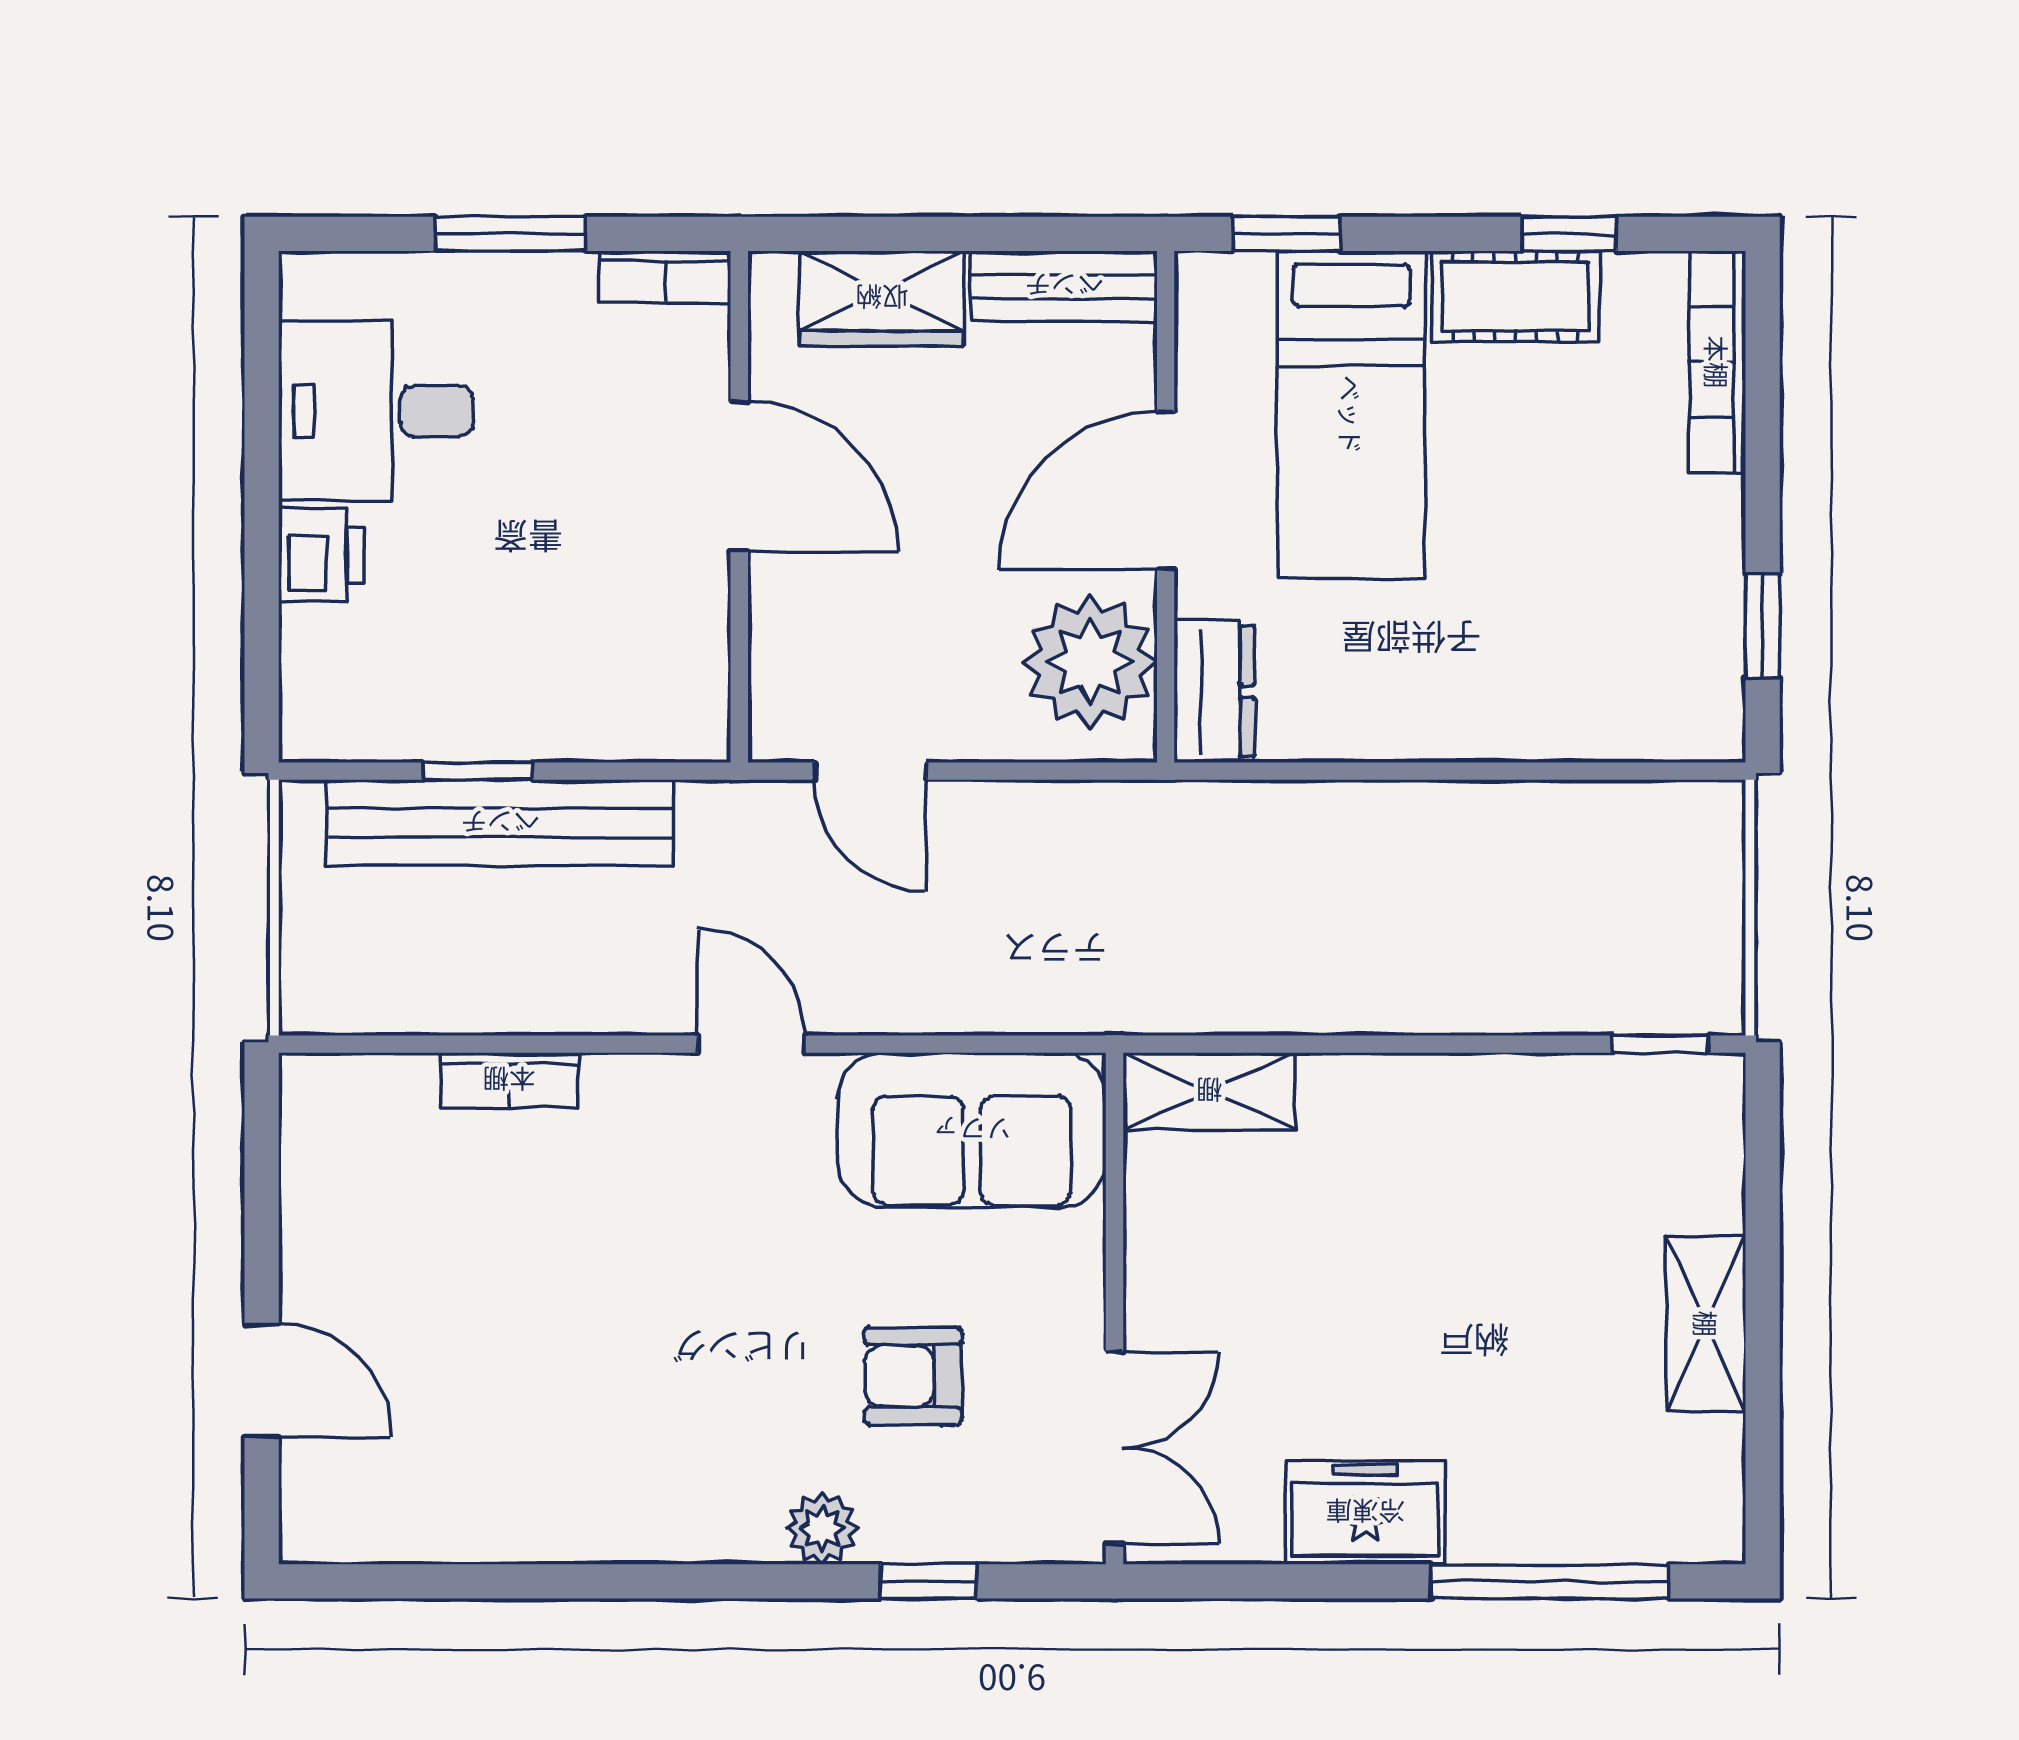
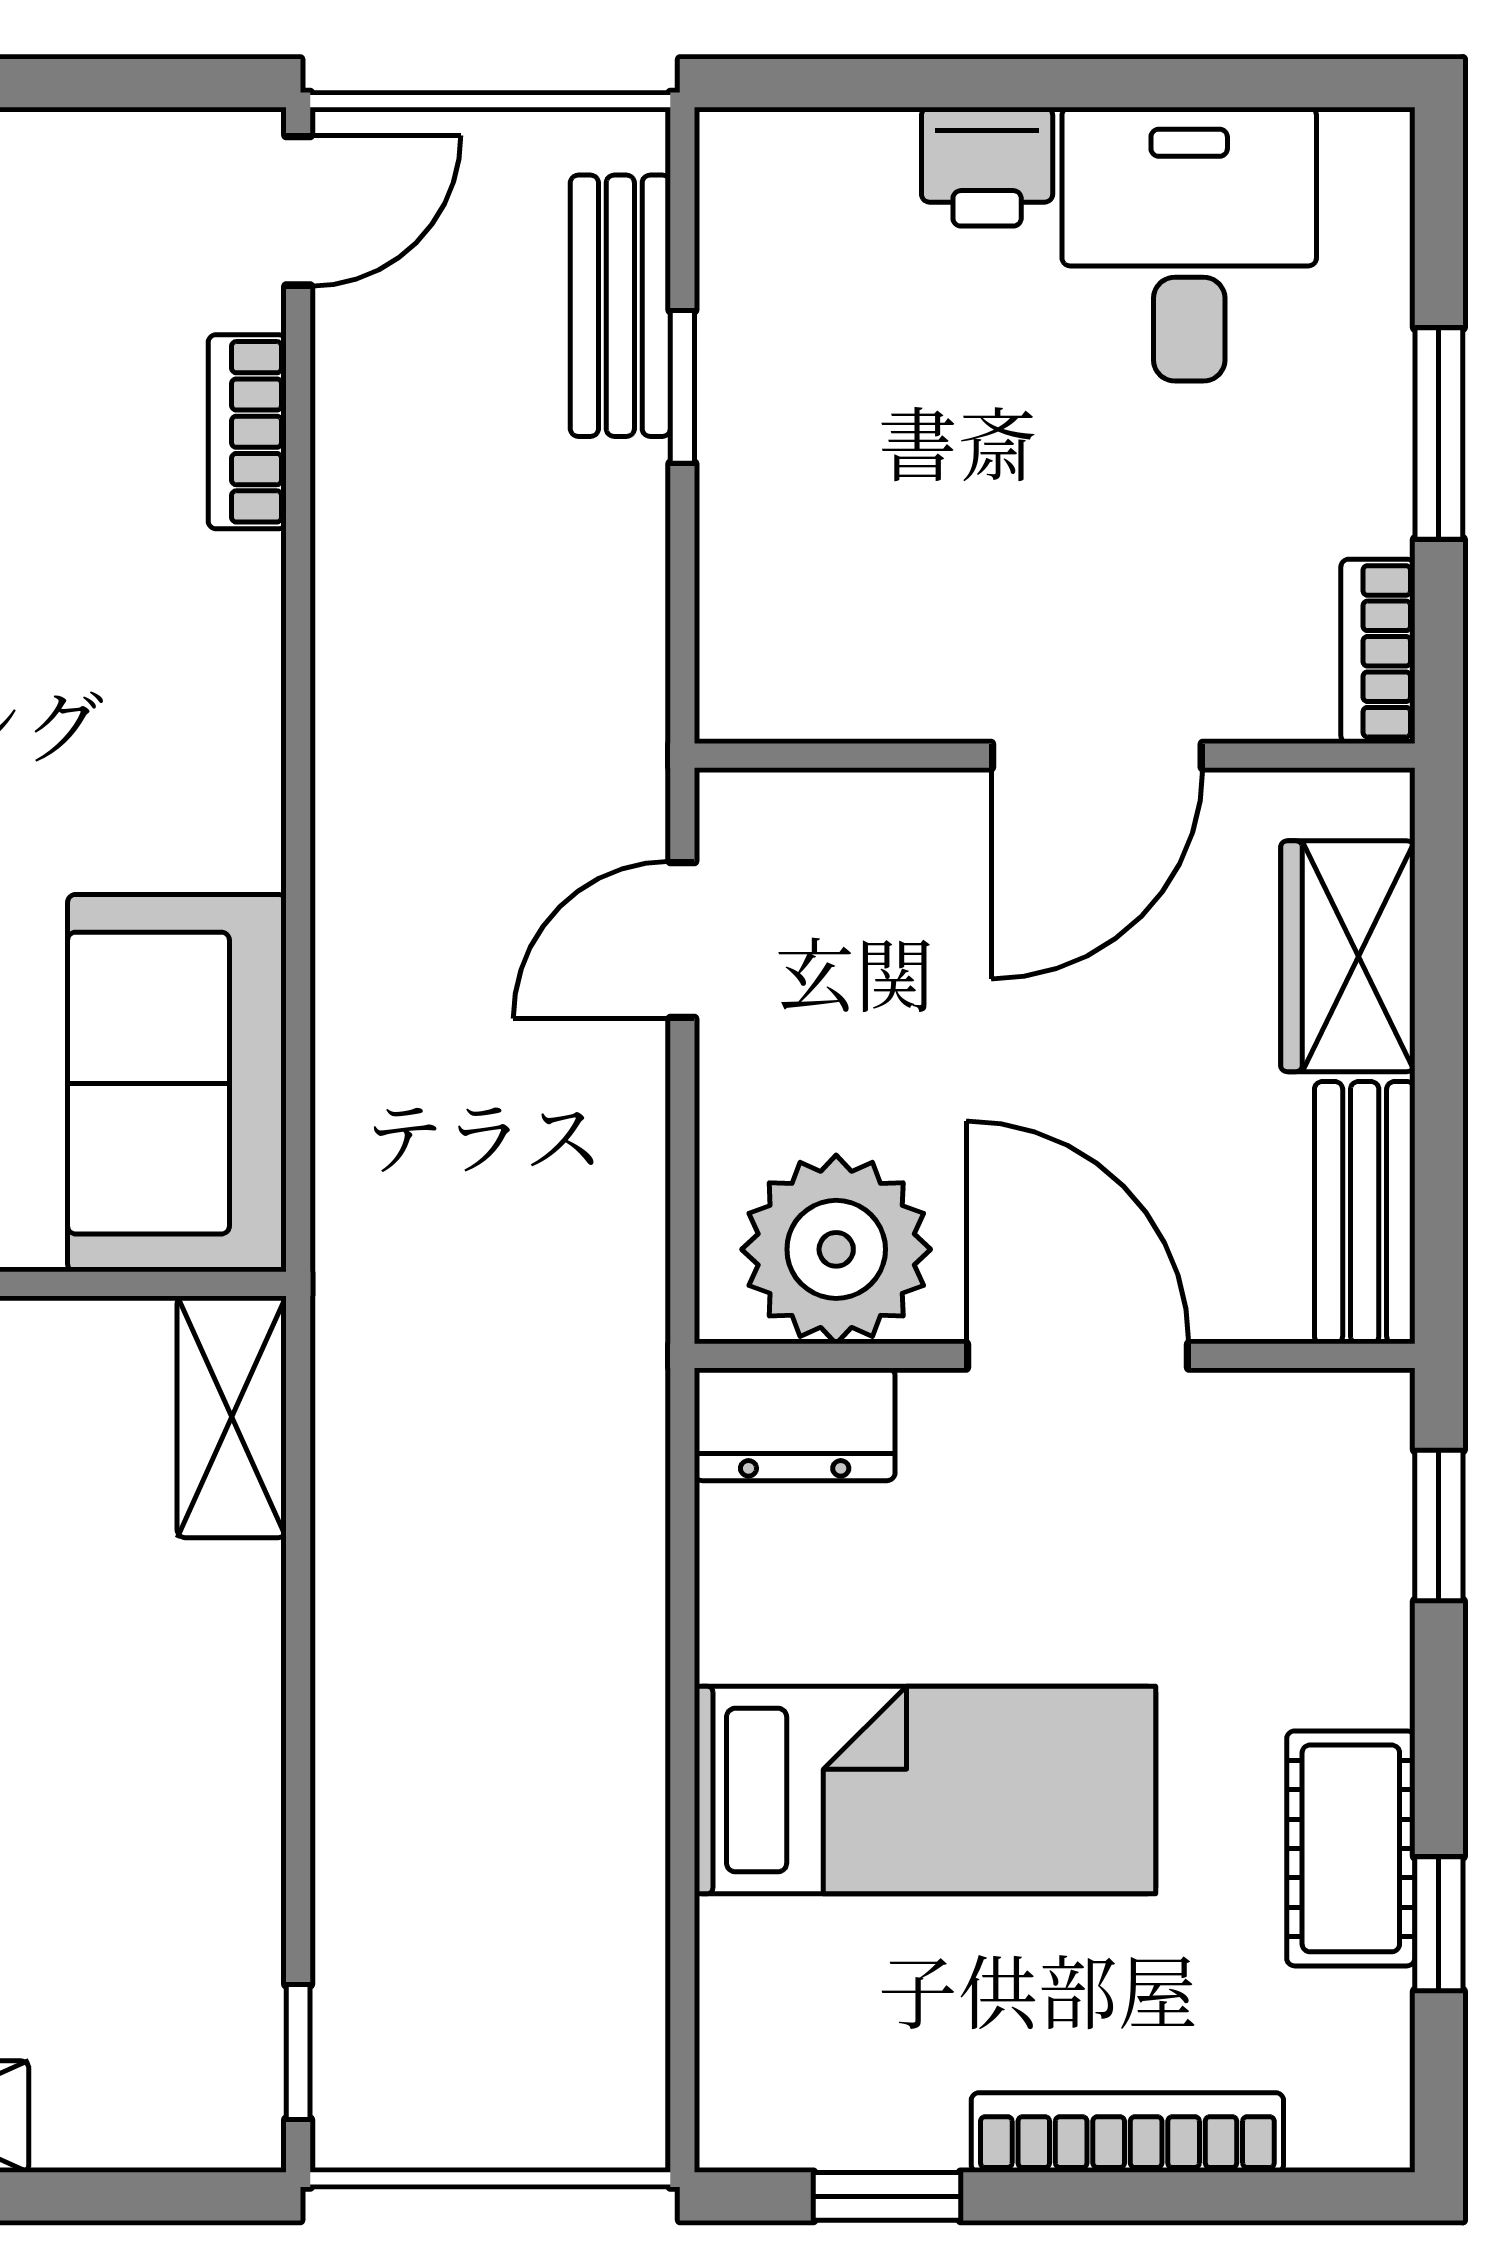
bookcase: (1717, 362) -> (1127, 2132), moved
bed: (1351, 415) -> (925, 1790), moved, turned 180
bench: (500, 823) -> (620, 306), width x0.54, depth x0.82
door: (751, 1044) -> (298, 211), moved

